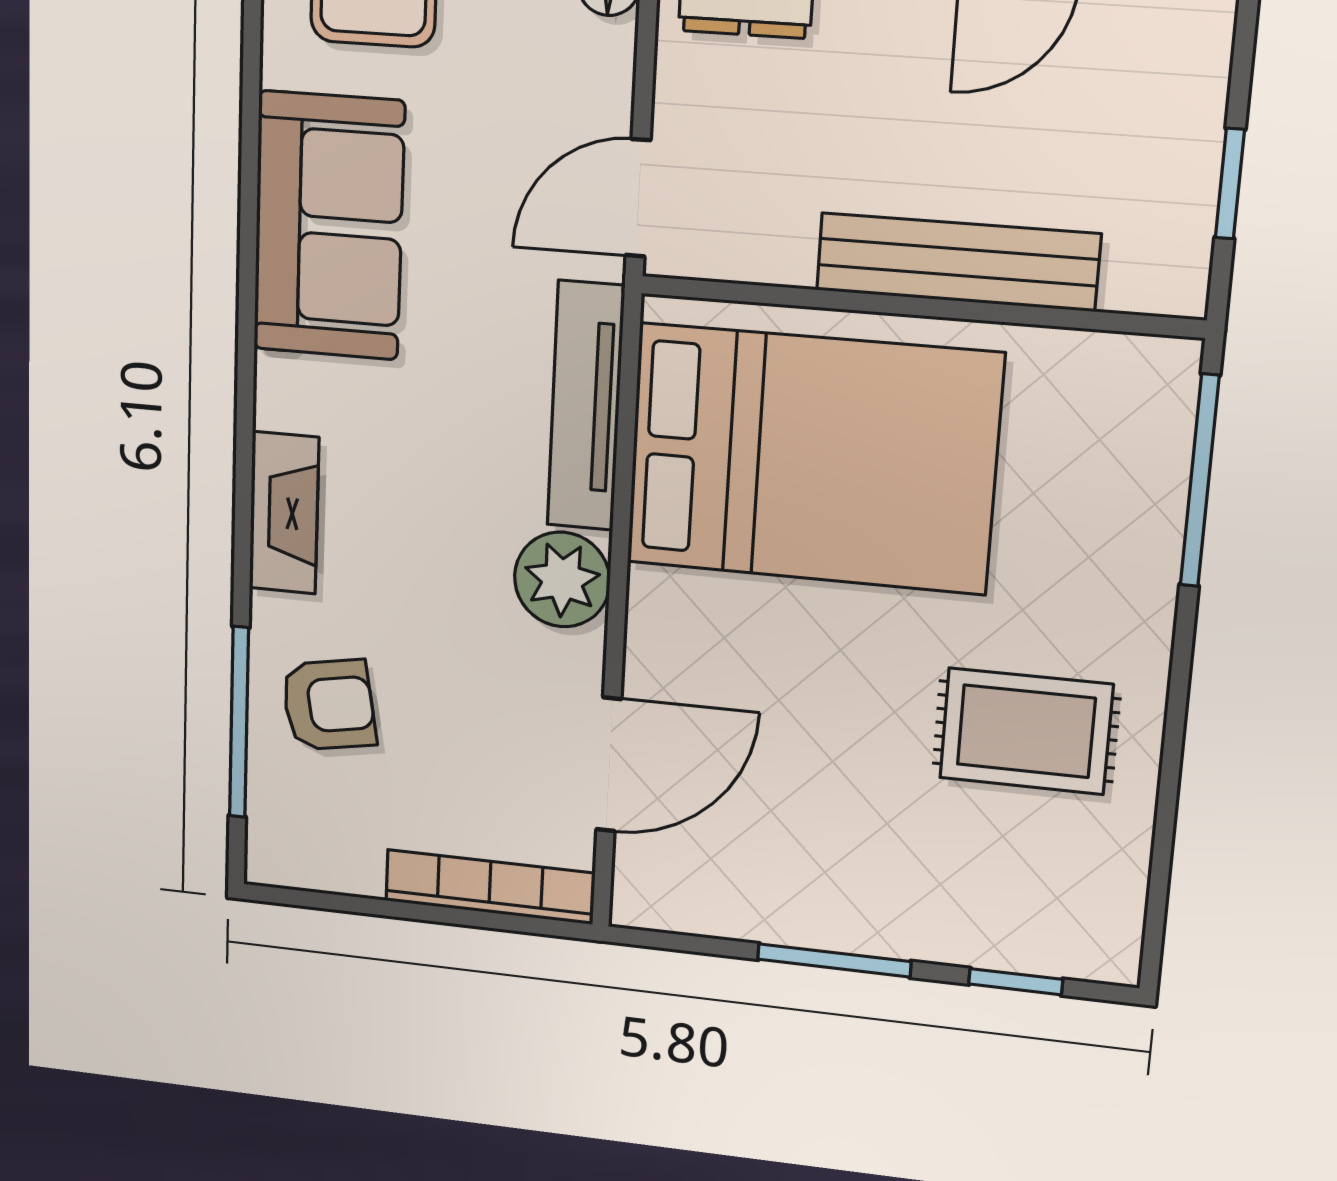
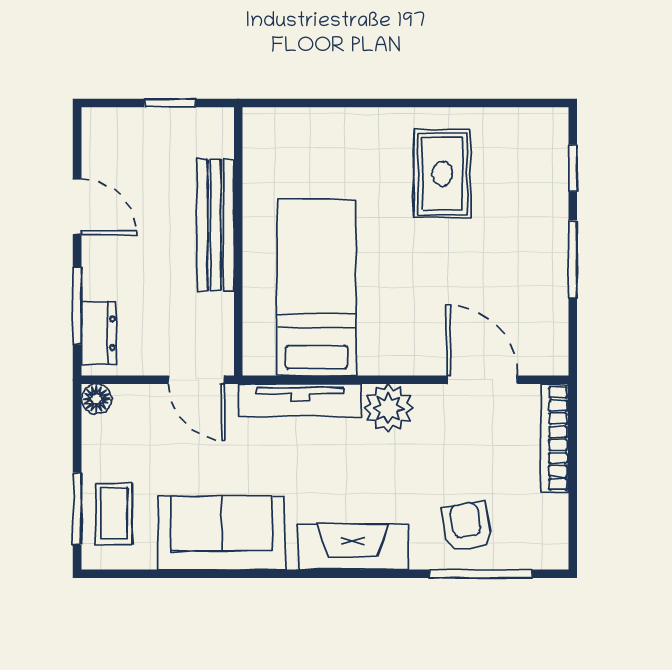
bed: (813, 459) -> (316, 287), width x0.67
window: (1200, 481) -> (310, 103), removed
fireplace: (284, 513) -> (353, 547), width x1.37, depth x1.32

